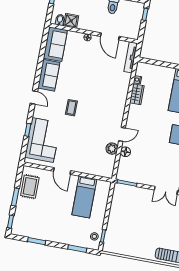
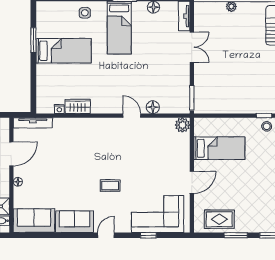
plant: (112, 149) -> (182, 125), moved

